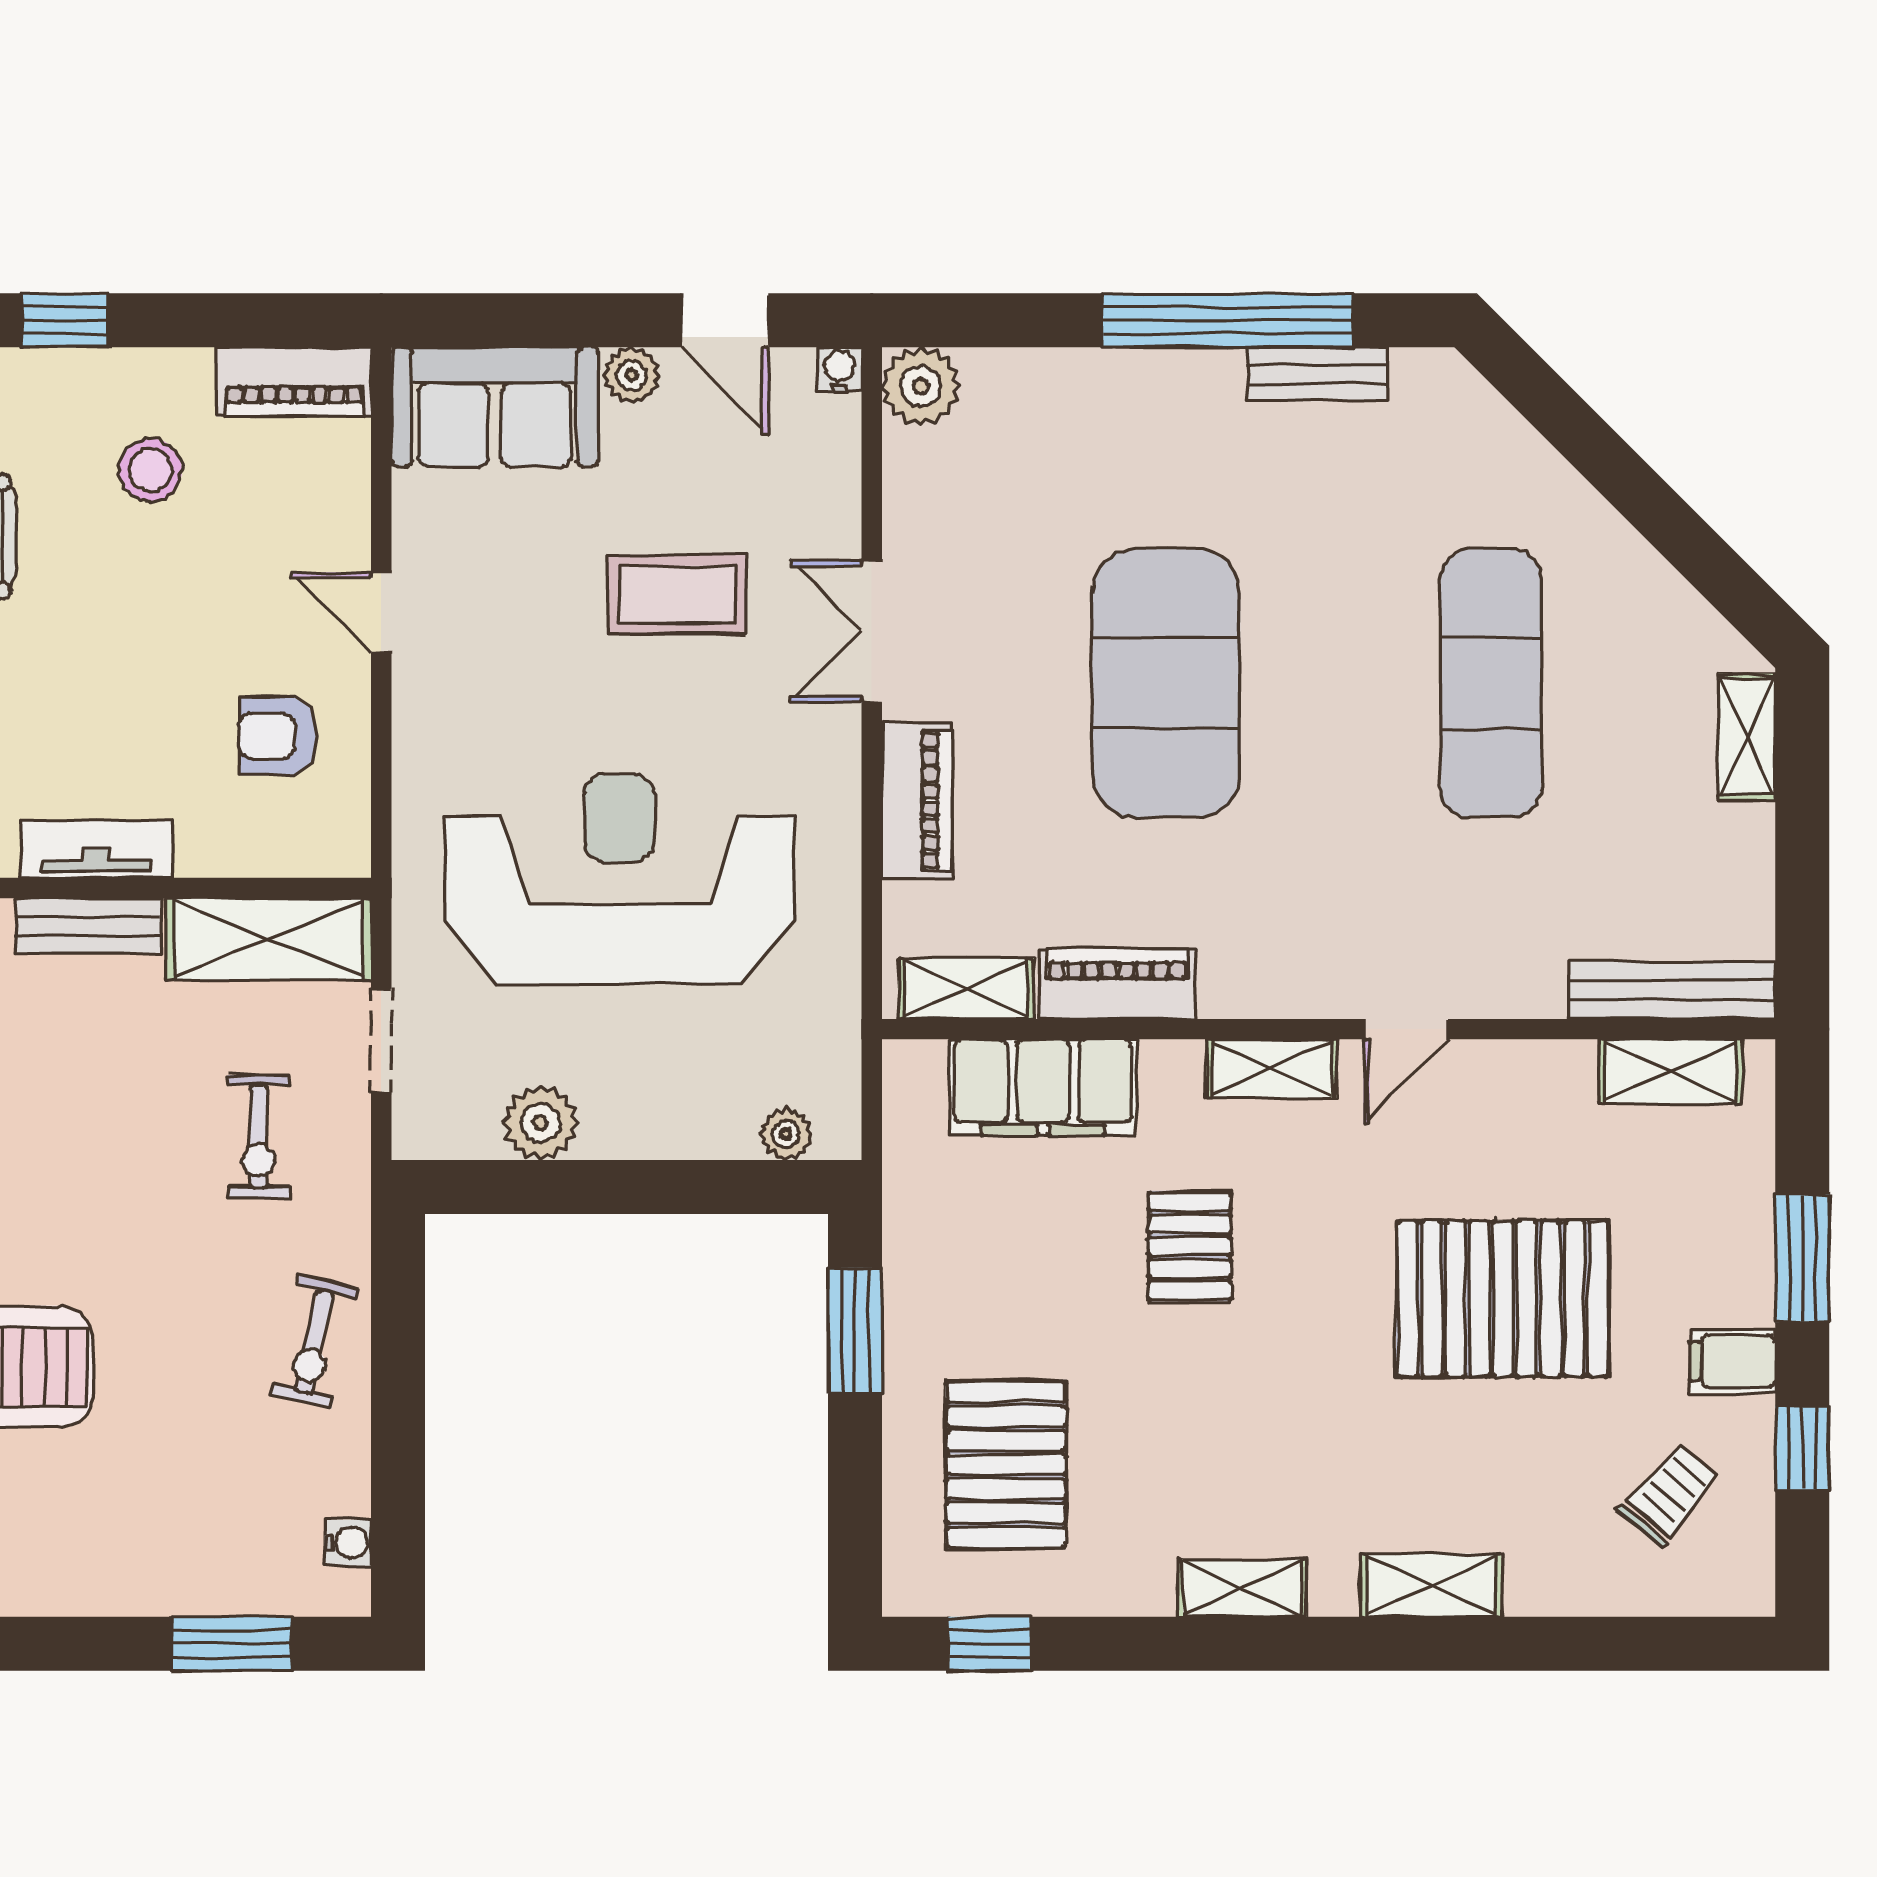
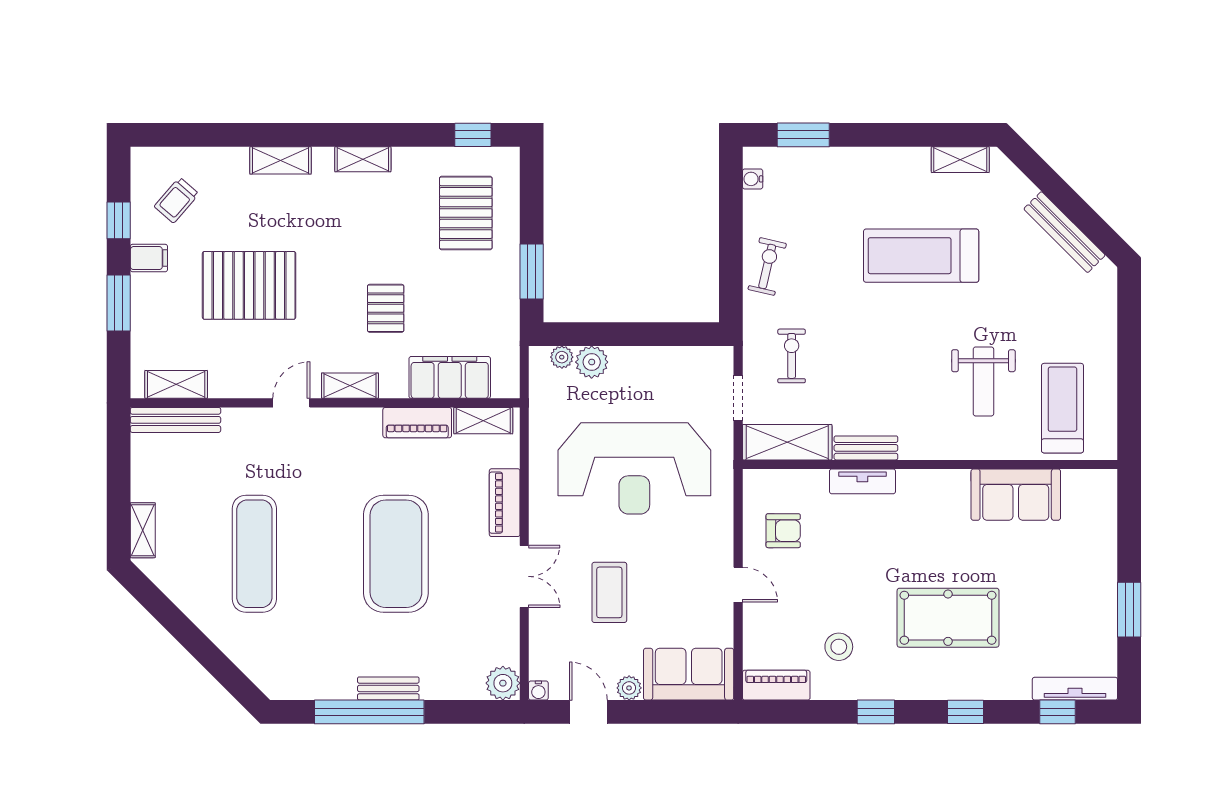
bench: (1317, 374) -> (388, 688), moved
coffee table: (677, 594) -> (609, 592), turned 90
plant: (541, 1123) -> (592, 362), moved

